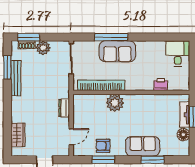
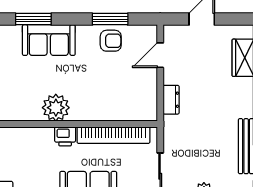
printer: (161, 84) -> (65, 136), moved
plant: (115, 103) -> (56, 108), moved

